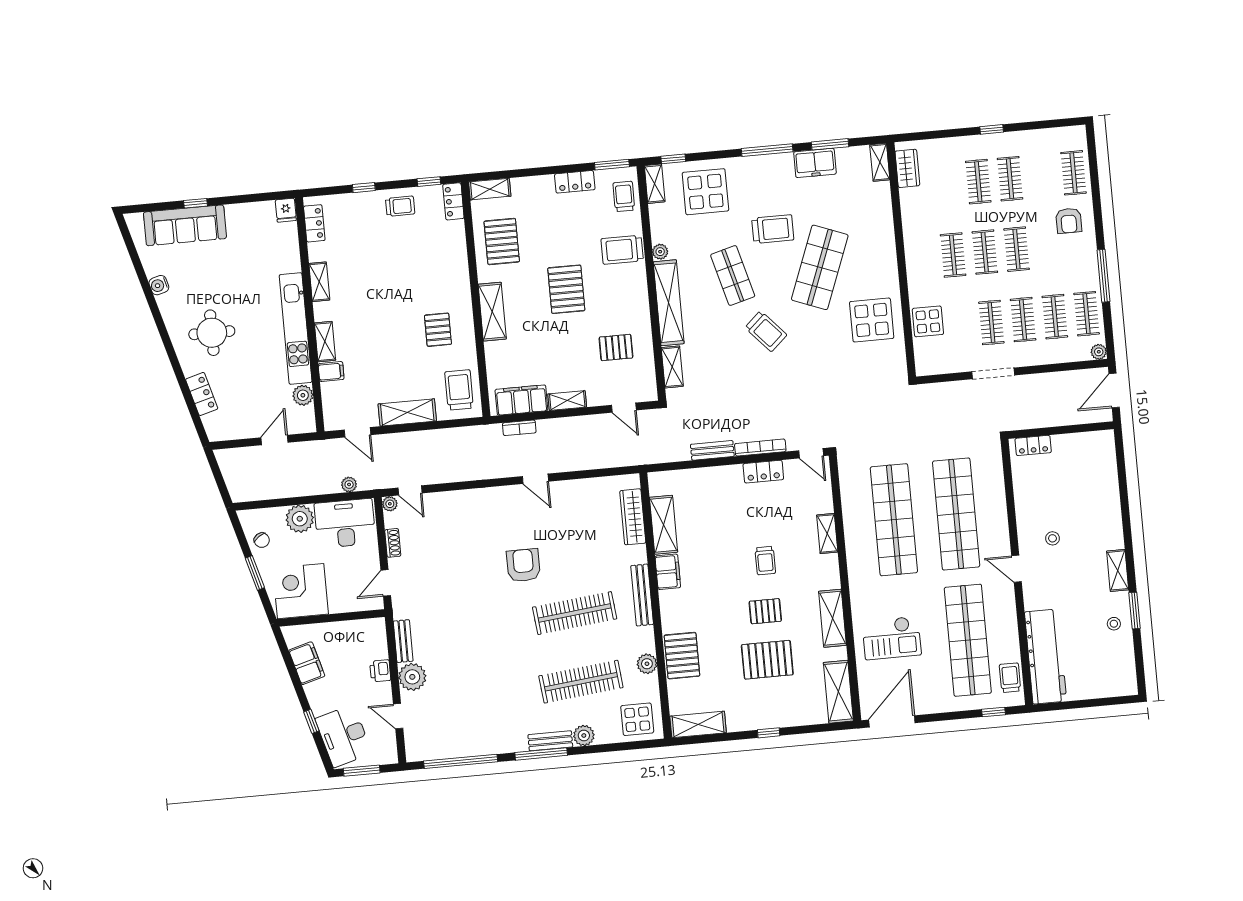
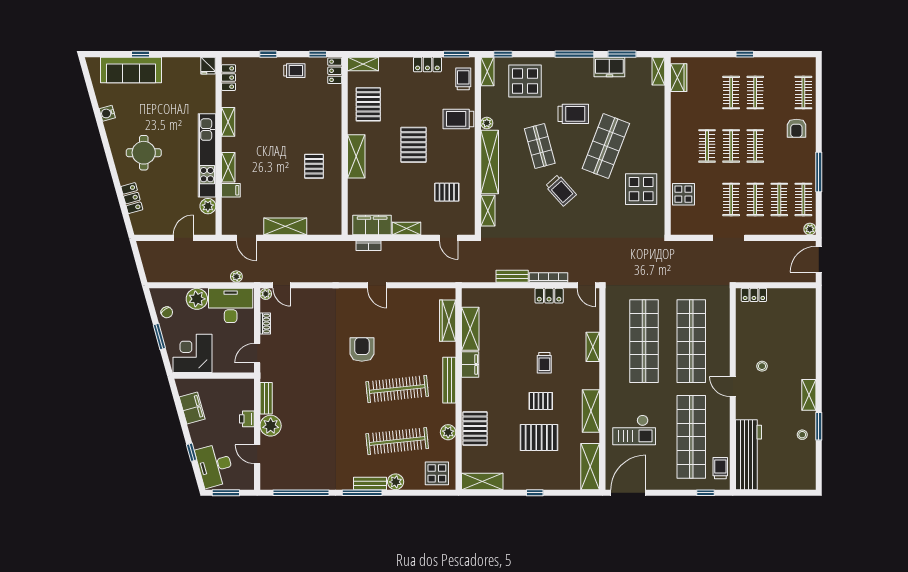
trolley: (459, 390) -> (326, 213), removed

